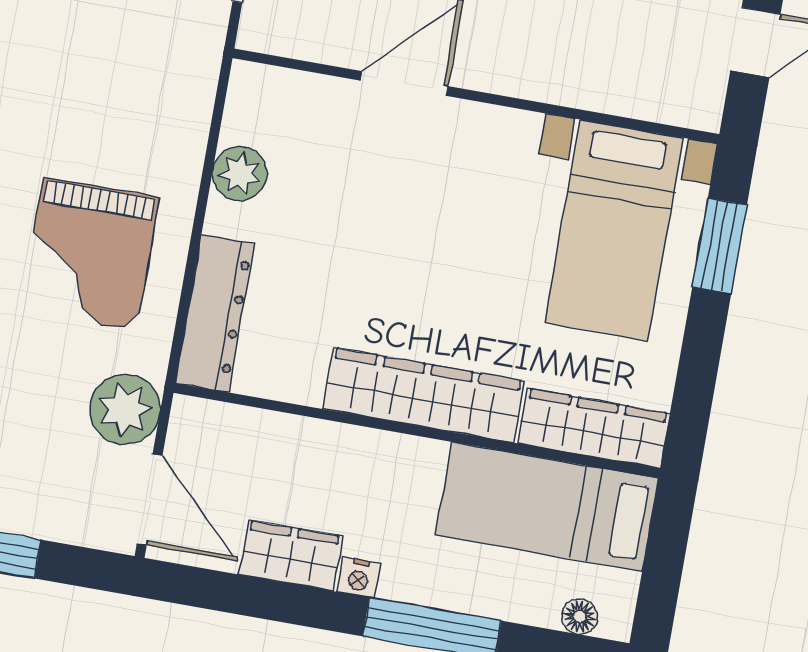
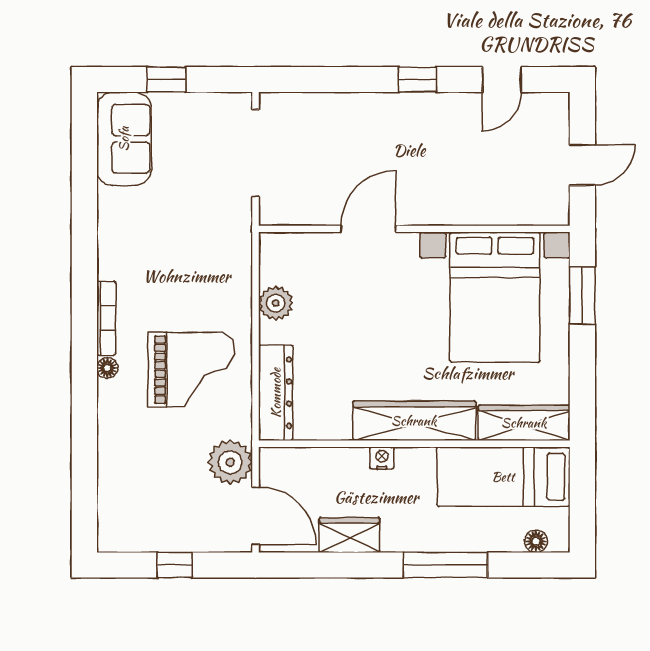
bed with nightstands: (614, 230) -> (495, 297), width x1.36
grand piano: (90, 254) -> (191, 370), turned -90
nightstand: (359, 578) -> (382, 458), moved, turned 180

